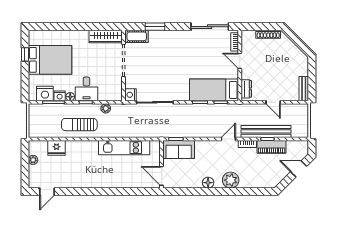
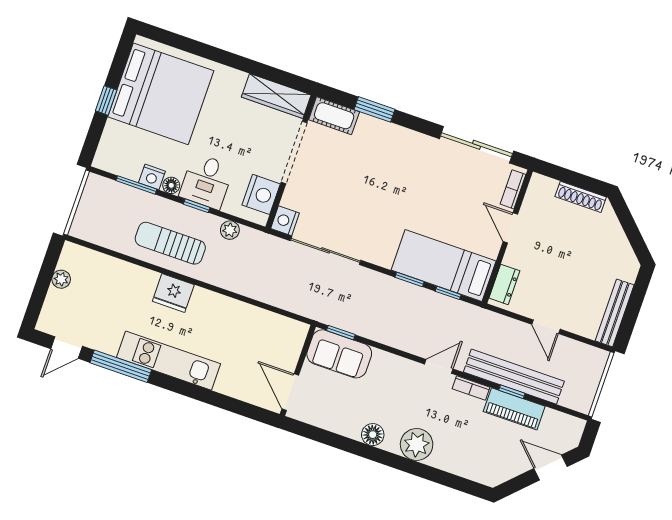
window: (25, 54) -> (106, 100), moved
bed: (50, 60) -> (161, 94), width x1.36
bench: (304, 89) -> (615, 313), width x1.36
nightstand: (45, 93) -> (261, 194), moved, turned -90
fridge: (57, 148) -> (173, 293), moved
kitchen unit: (124, 148) -> (168, 361), moved, turned 180
window: (76, 192) -> (121, 366), added

